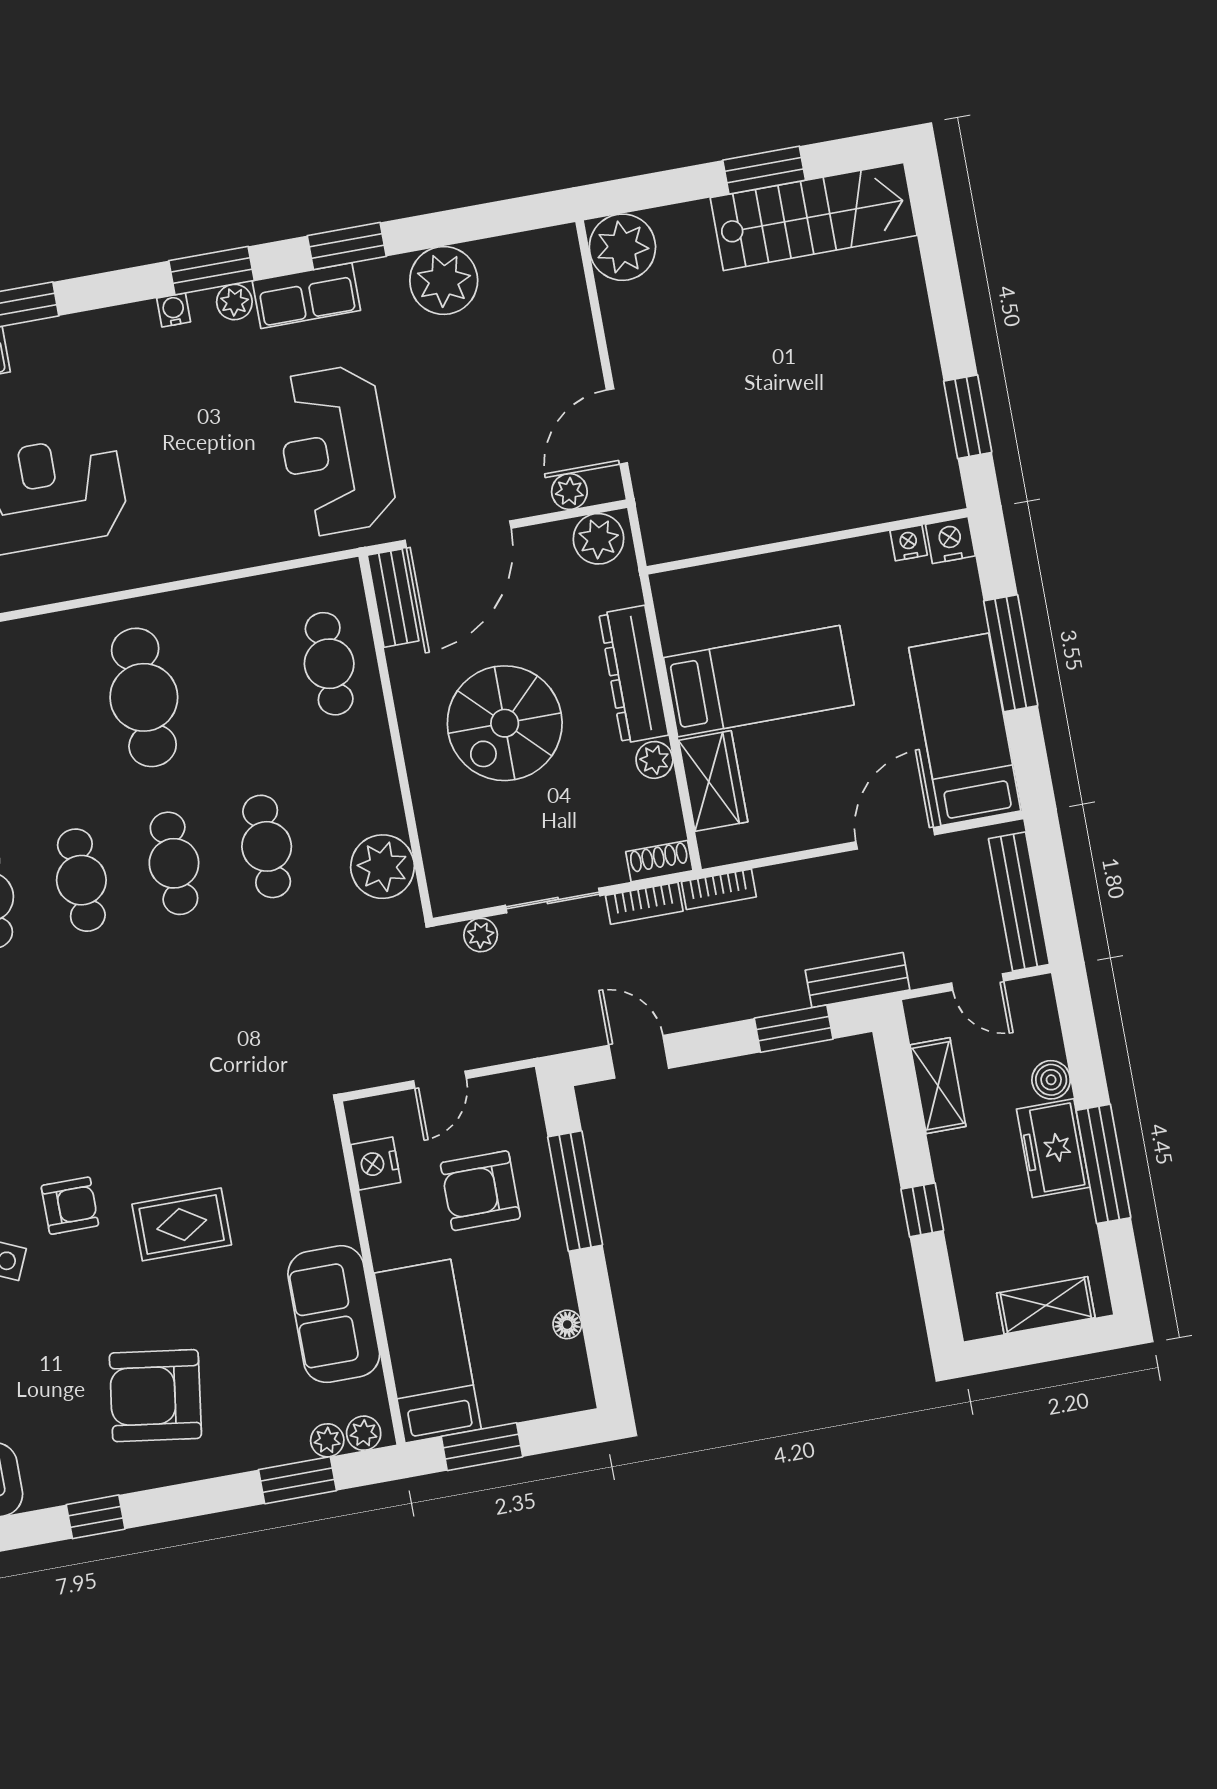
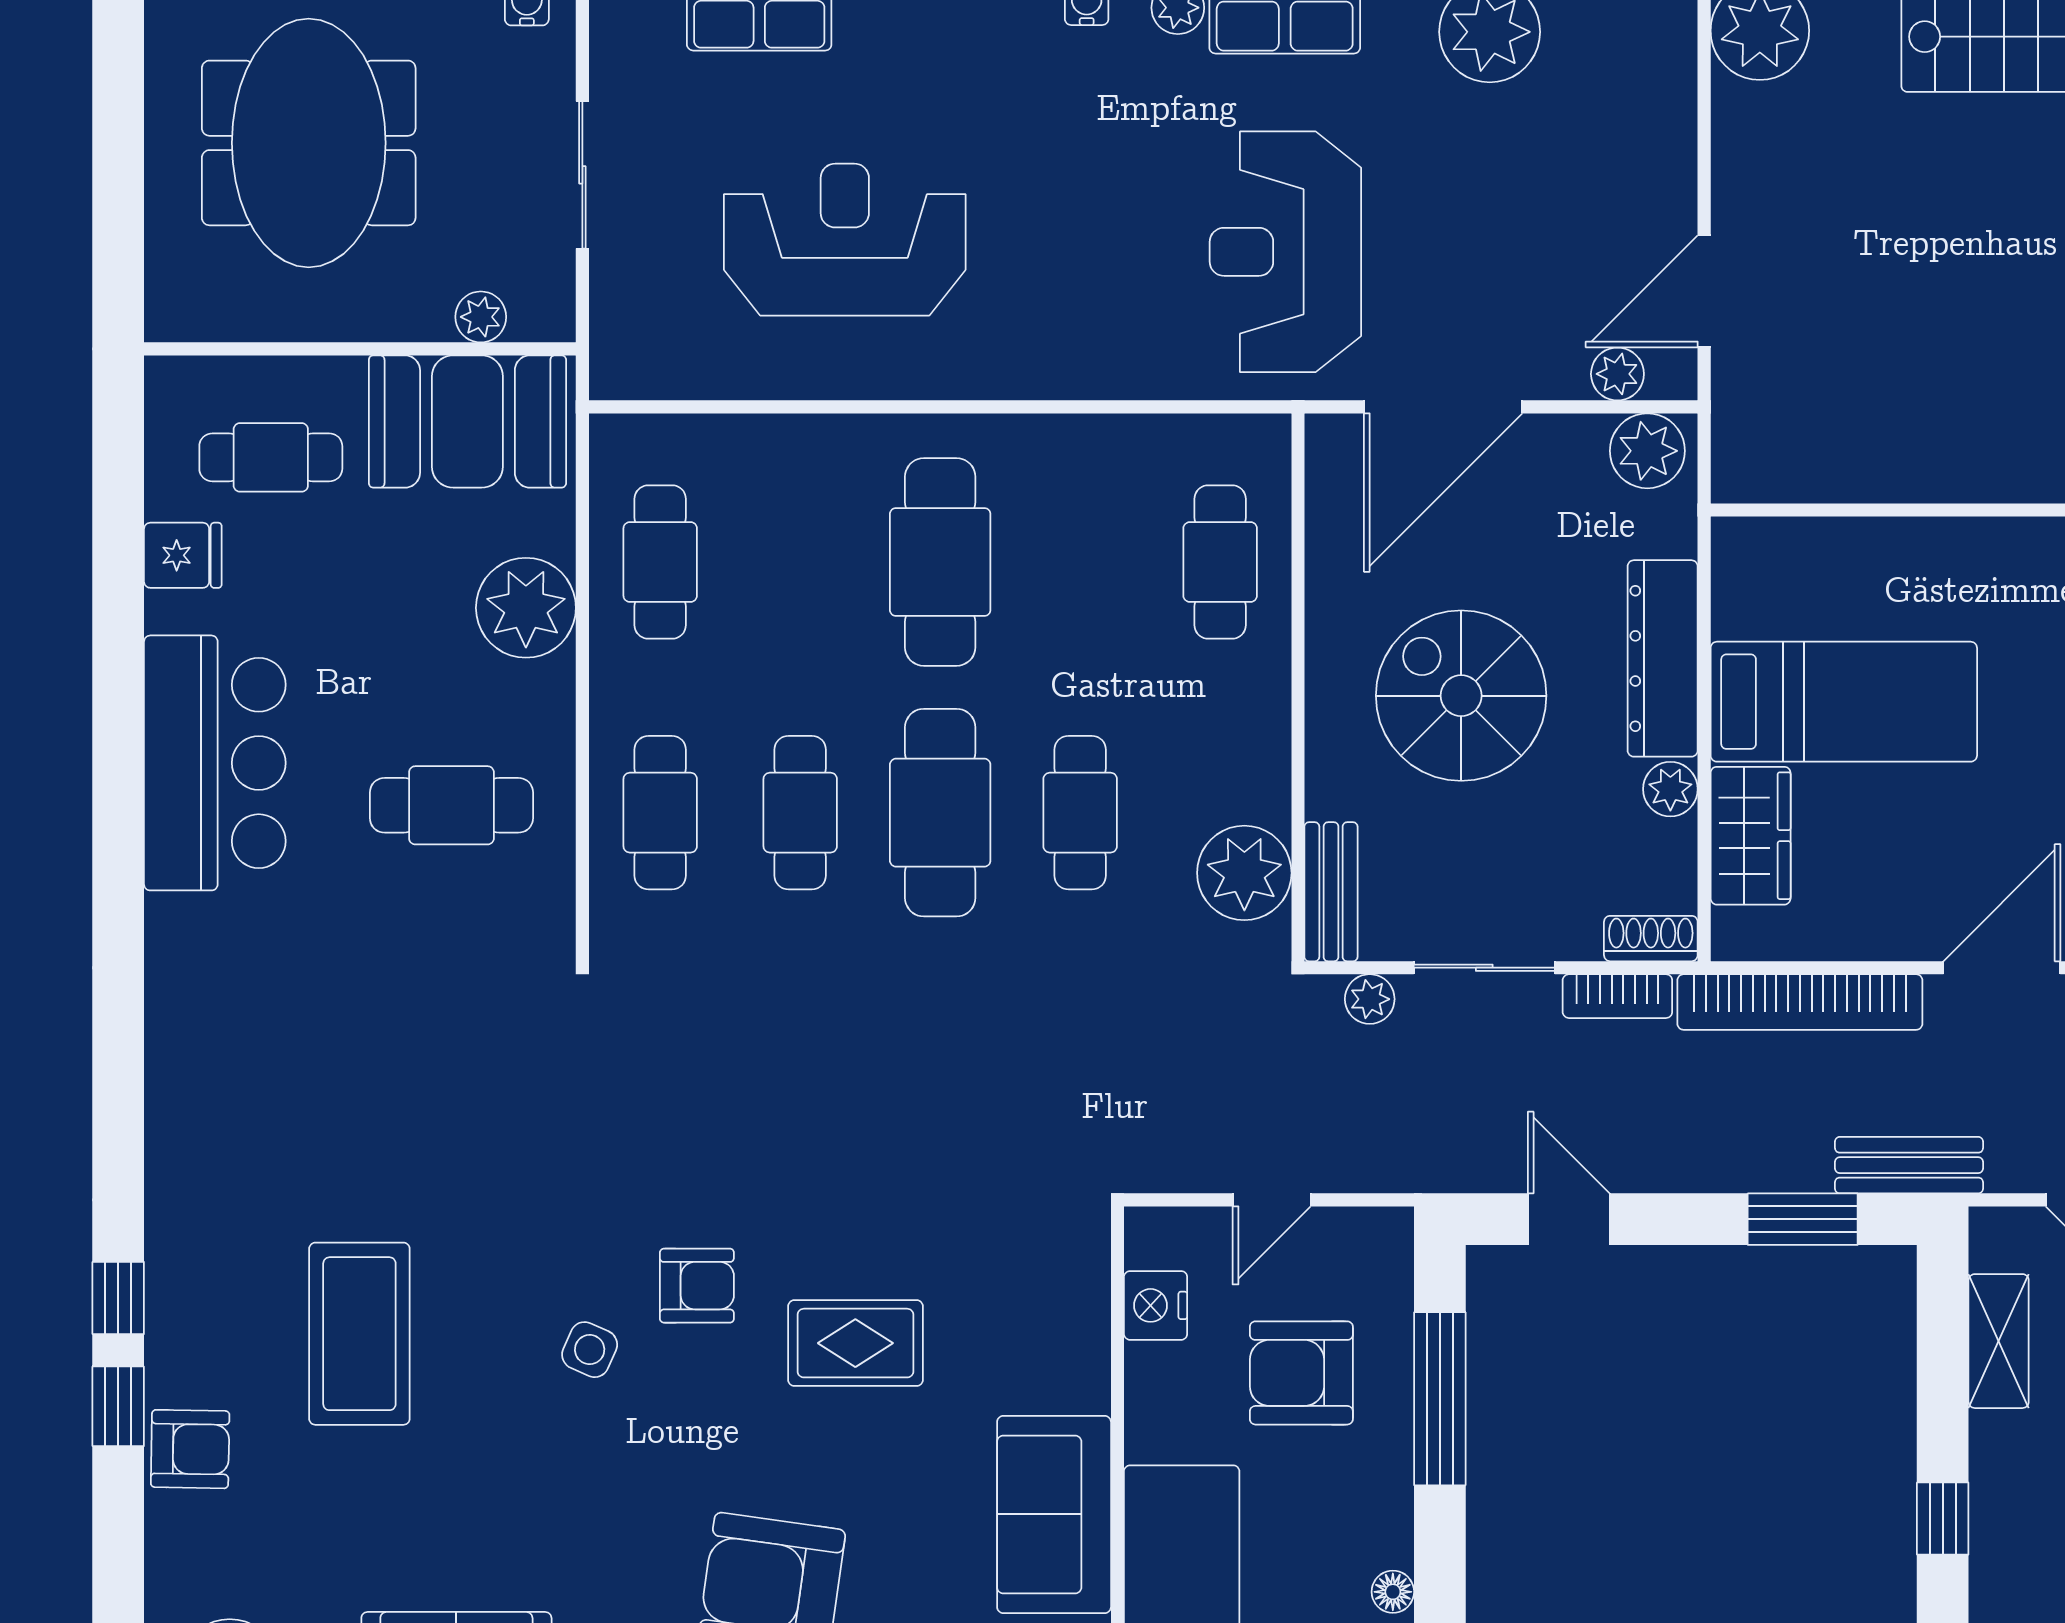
bench: (393, 598) -> (1331, 892), moved
spiral stairs: (505, 723) -> (1461, 696), turned 90
cafe table: (174, 863) -> (940, 813), width x1.37, depth x1.35
bookcase: (719, 889) -> (1800, 1002), width x2.31, depth x1.31

